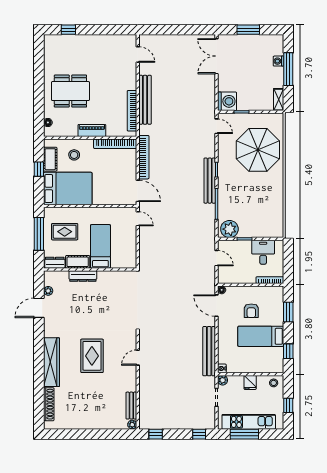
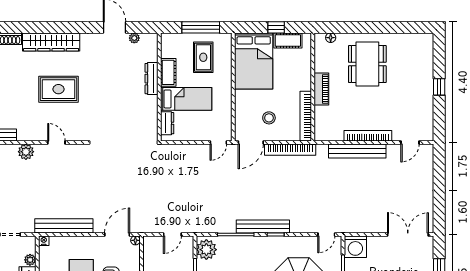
window: (68, 30) -> (439, 87), moved
bookcase: (132, 111) -> (368, 136), moved
stool: (74, 155) -> (269, 118), moved
dresser: (55, 263) -> (167, 123), moved
plant: (223, 380) -> (30, 260), moved
plant: (146, 384) -> (26, 152), added

